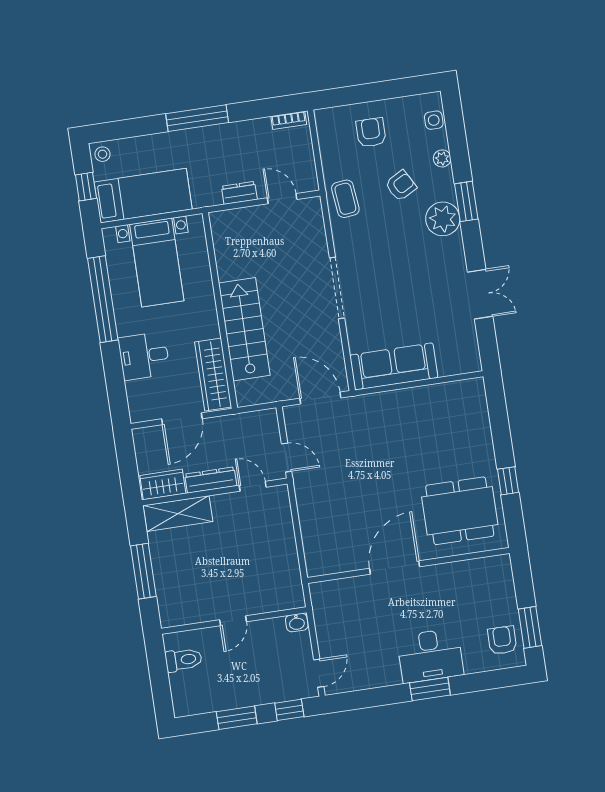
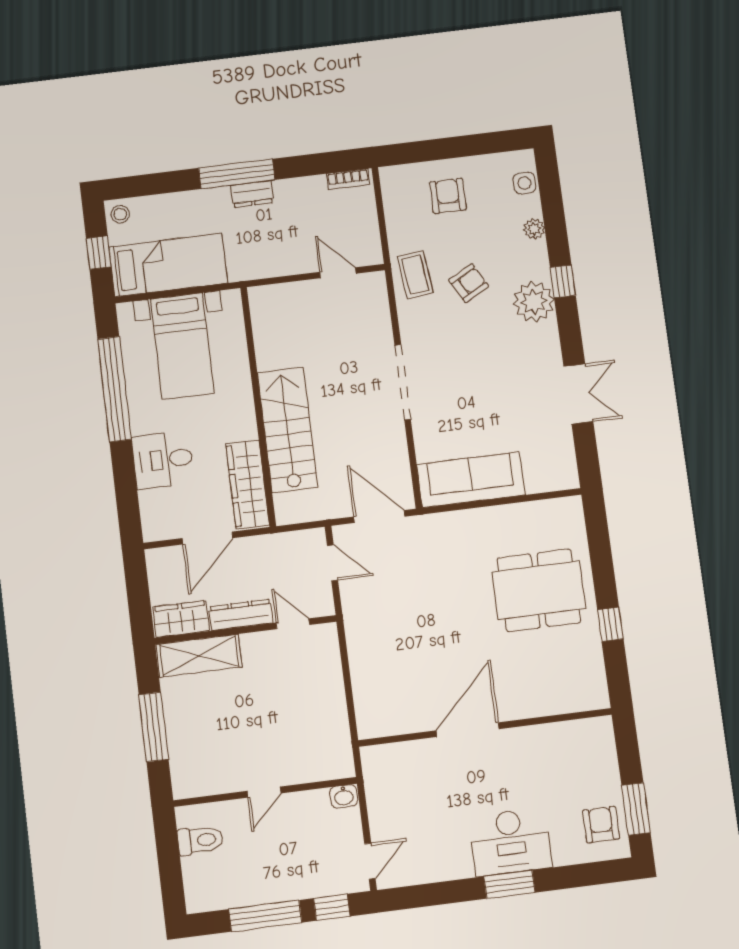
armchair: (401, 186) -> (469, 283), moved
dresser: (239, 193) -> (252, 194), moved, turned 180
window: (466, 201) -> (563, 281), width x0.67
door: (287, 458) -> (332, 563), moved
dining table: (460, 511) -> (539, 590), moved
window: (237, 718) -> (265, 916), width x1.44

